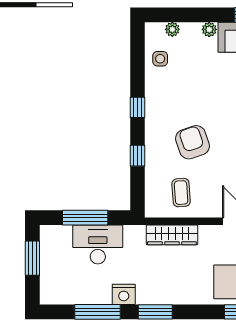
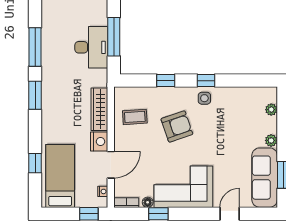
side table: (160, 59) -> (204, 98), moved
nightstand: (124, 294) -> (99, 142), moved, turned 180

